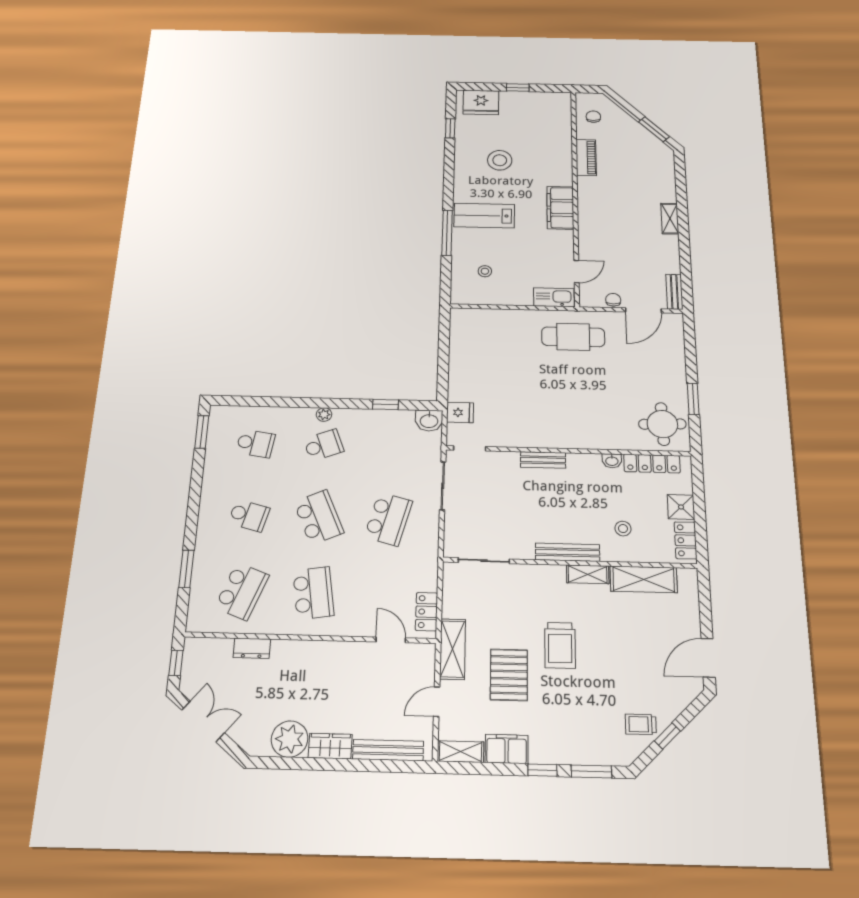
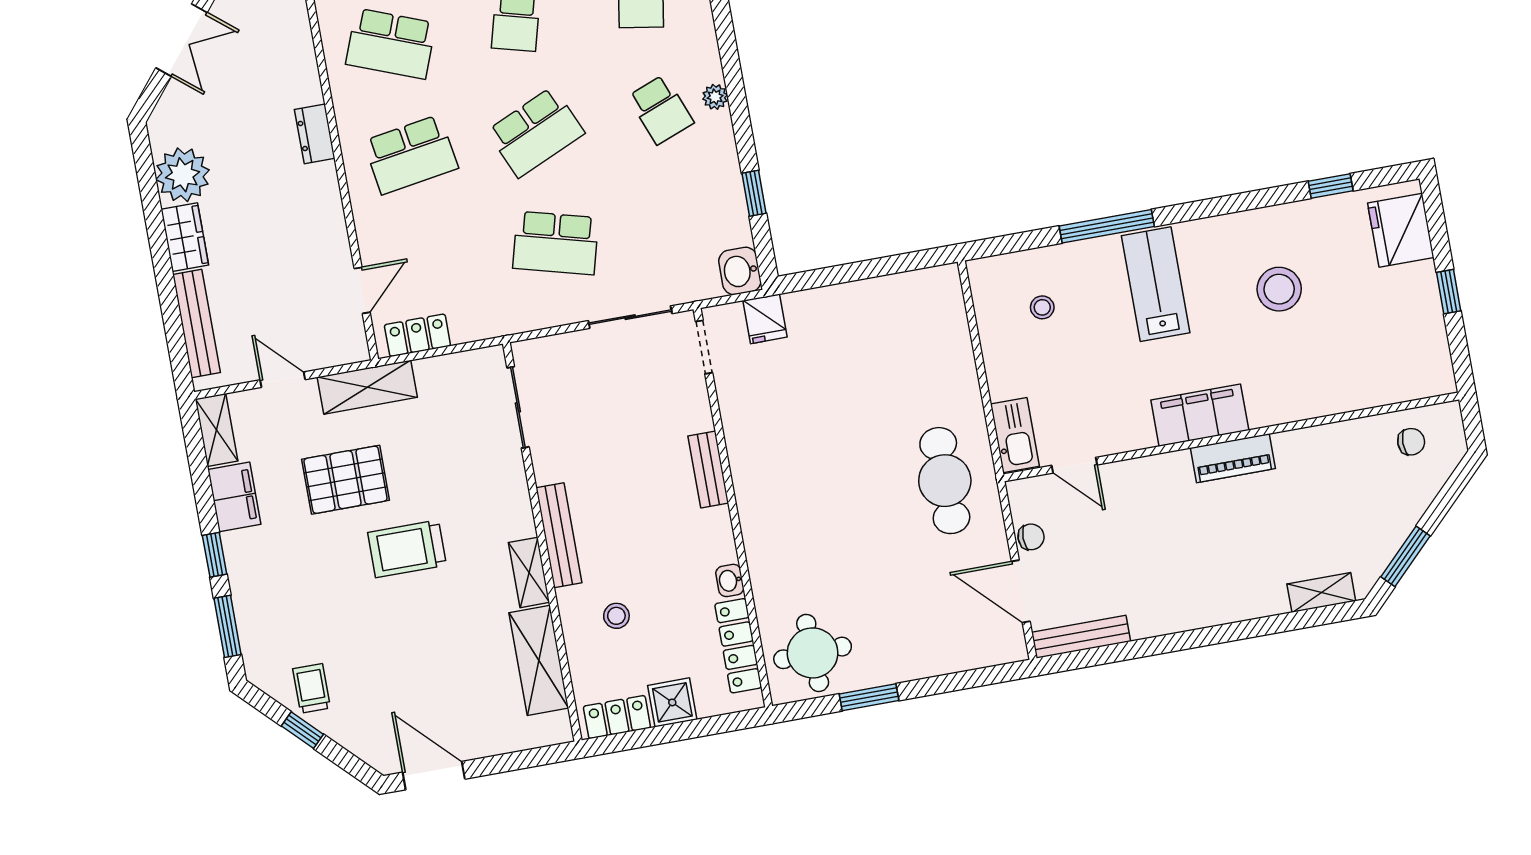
piano: (586, 157) -> (1233, 458), moved
shelving: (670, 219) -> (1321, 592), moved
bench: (674, 292) -> (1081, 637), width x1.36
dresser: (252, 648) -> (315, 134), moved

